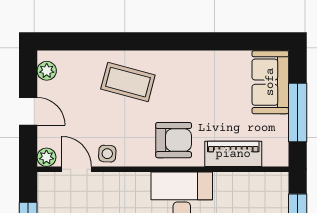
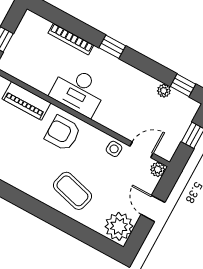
plant: (47, 71) -> (119, 226), width x1.88, depth x1.88
door: (76, 169) -> (142, 150), swing flipped

